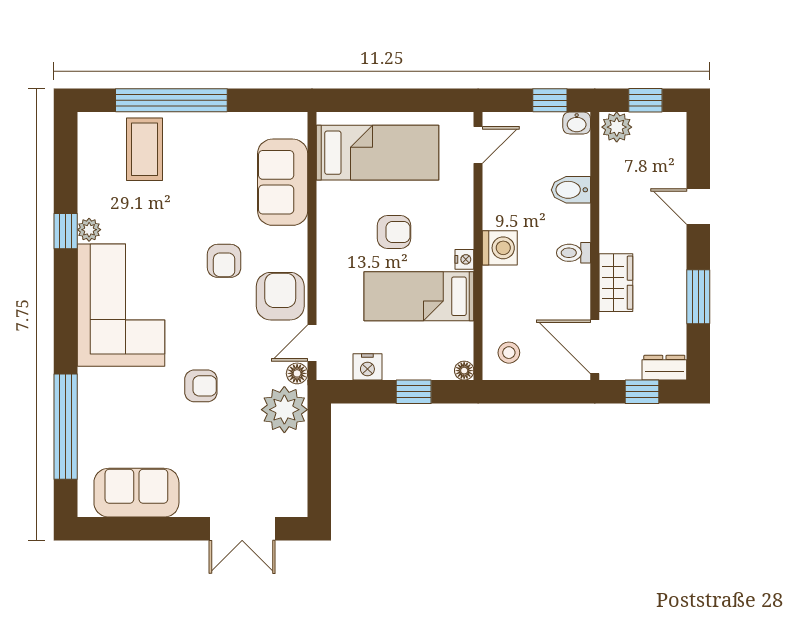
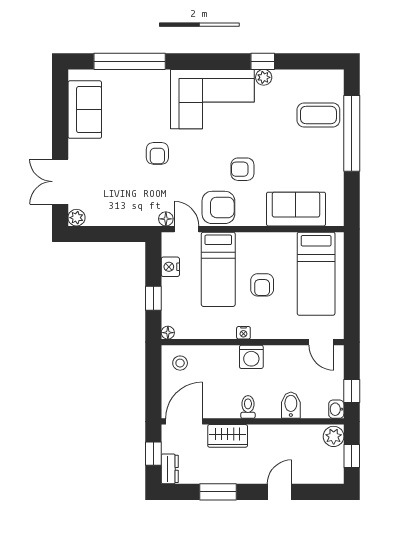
bed: (419, 296) -> (218, 269), moved, turned 180
plant: (284, 410) -> (76, 218), moved, width x0.53, depth x0.53

